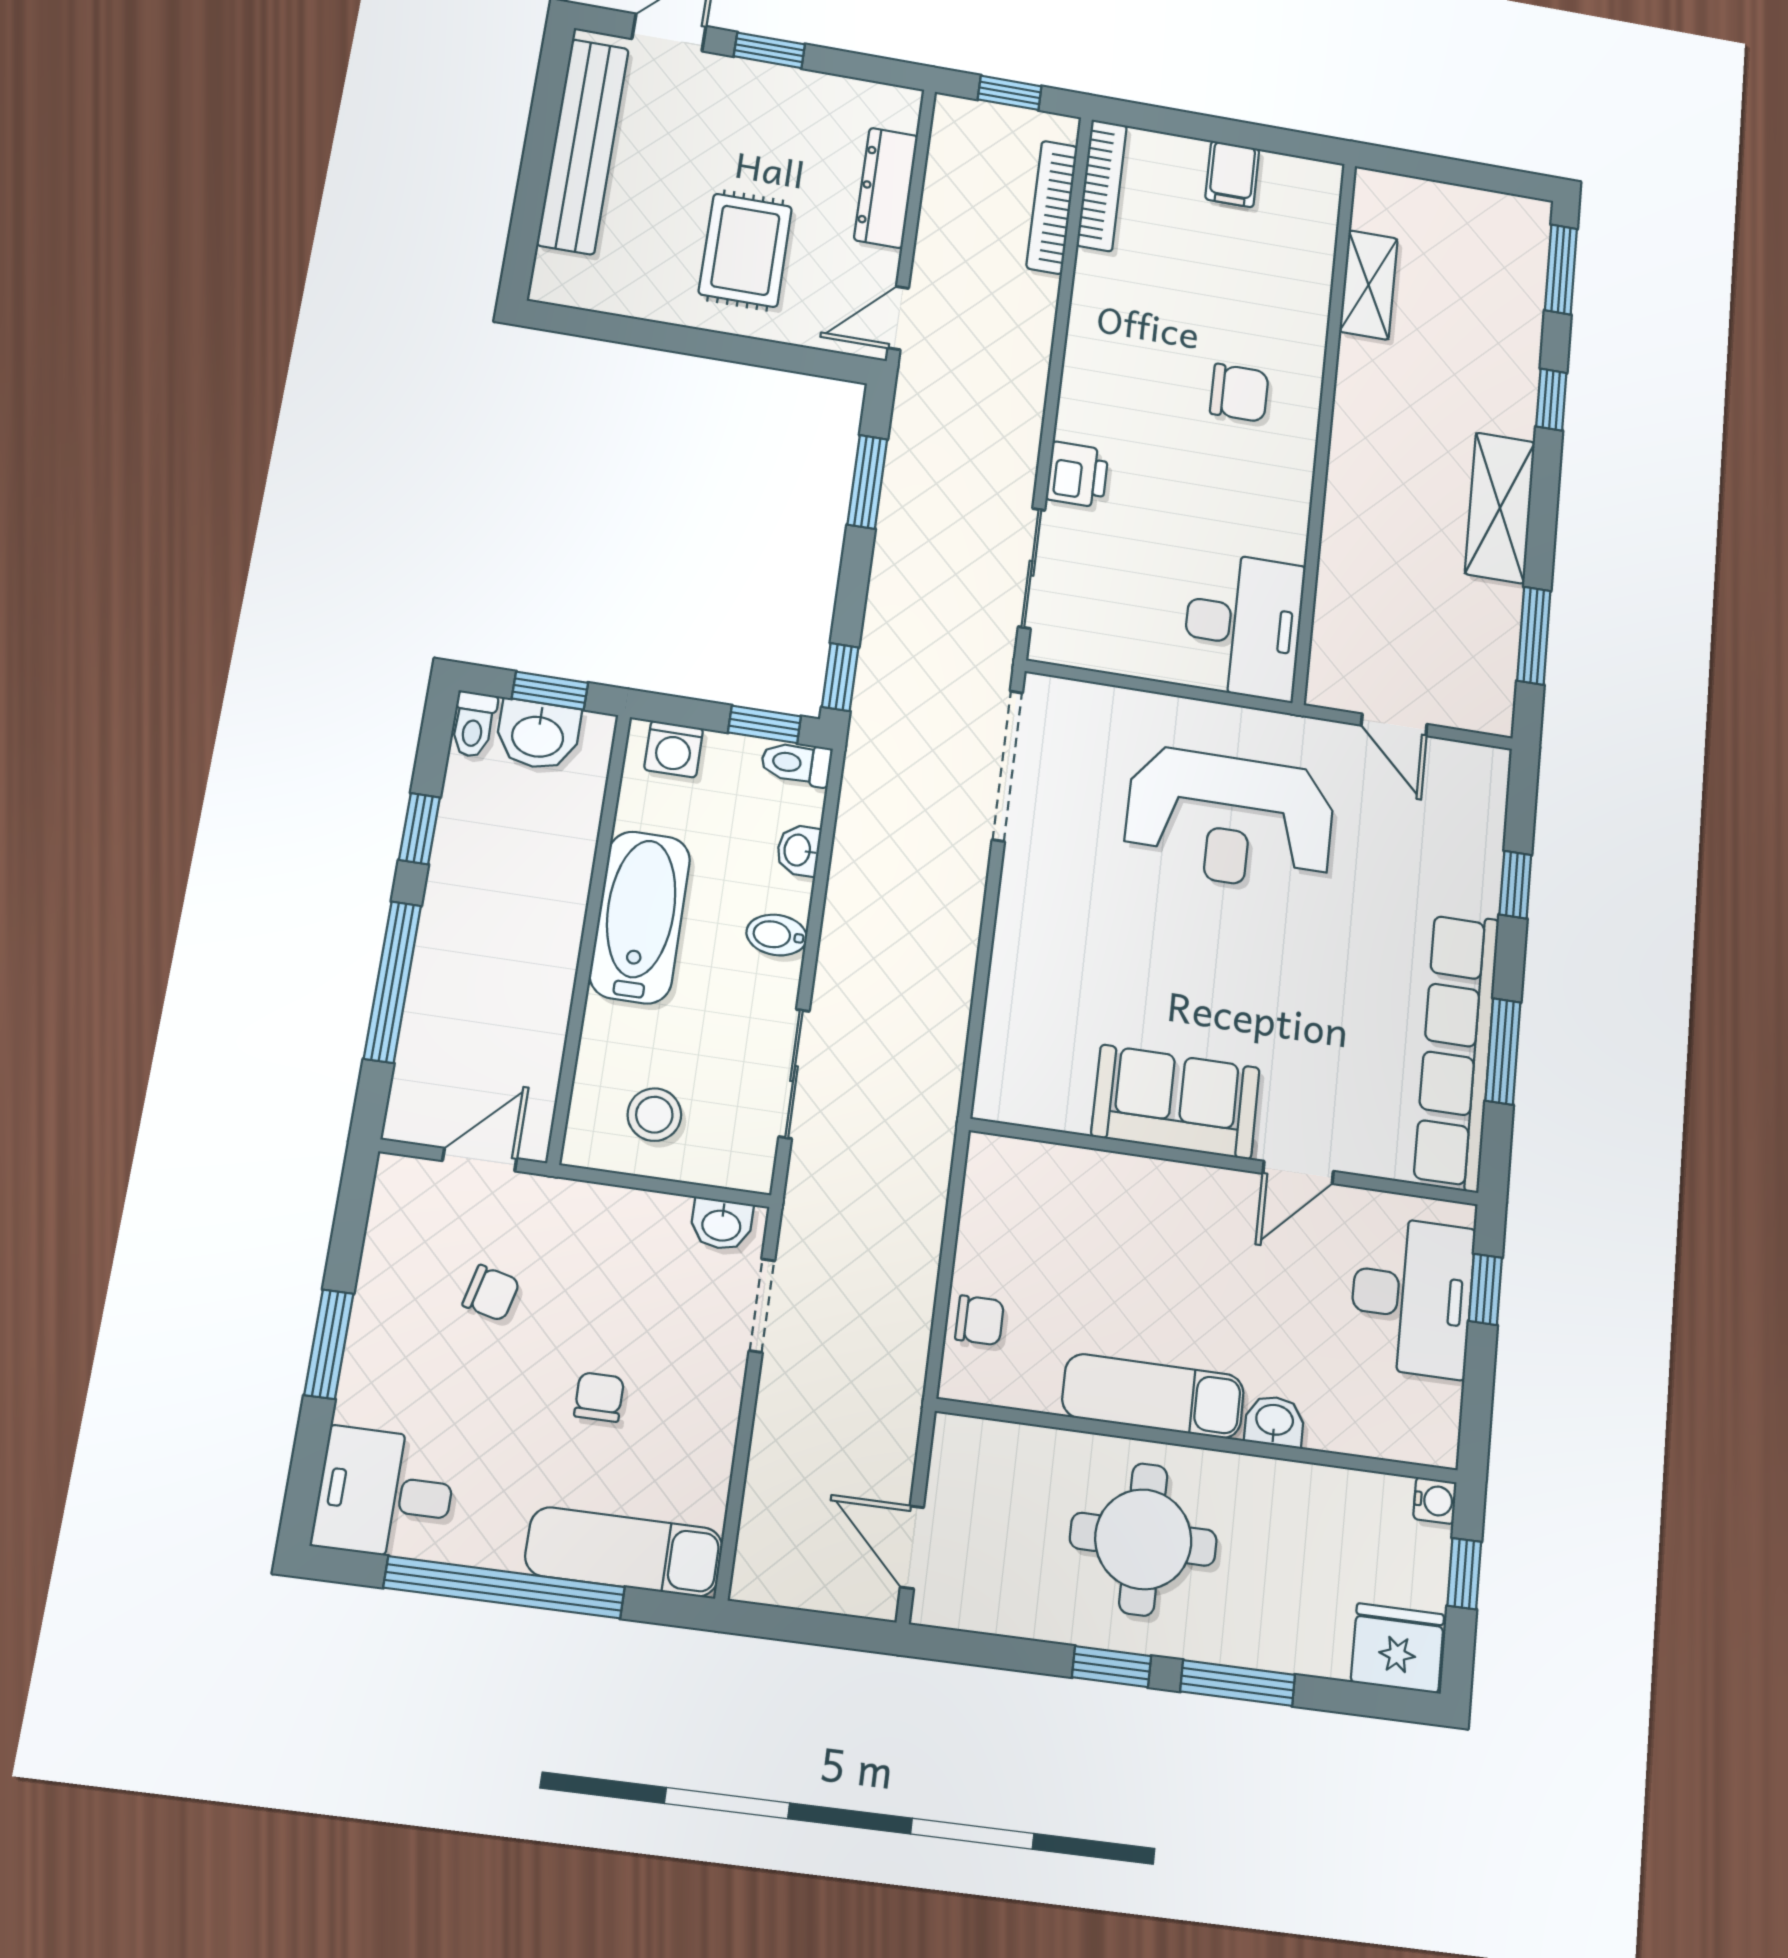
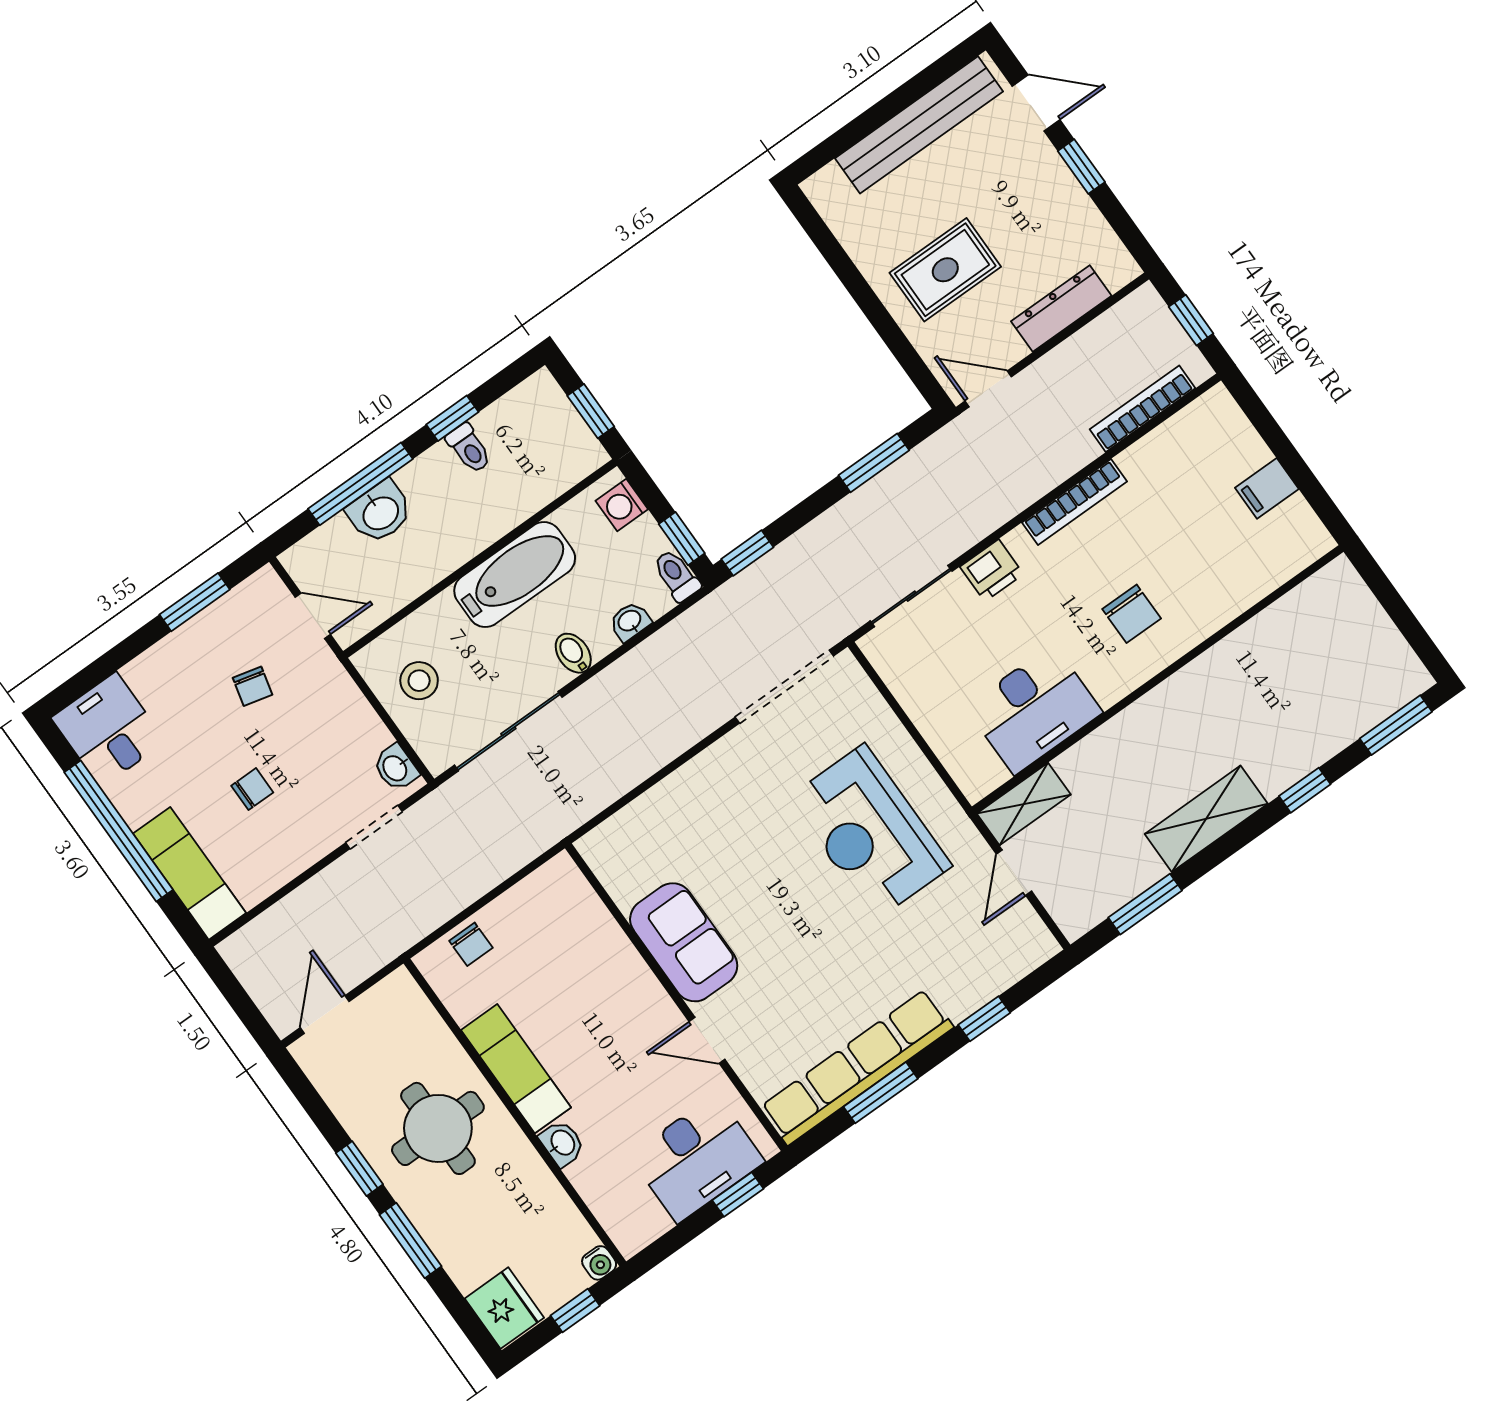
bookcase: (1102, 185) -> (1074, 502), moved
shelving: (1369, 285) -> (1024, 804), moved
desk: (1243, 625) -> (1034, 710), moved
toilet: (473, 724) -> (469, 448), moved, turned -90
washbasin: (538, 735) -> (380, 512), moved, turned -90
sliding door: (794, 1074) -> (508, 731), width x1.37
window: (329, 1344) -> (195, 602), moved

